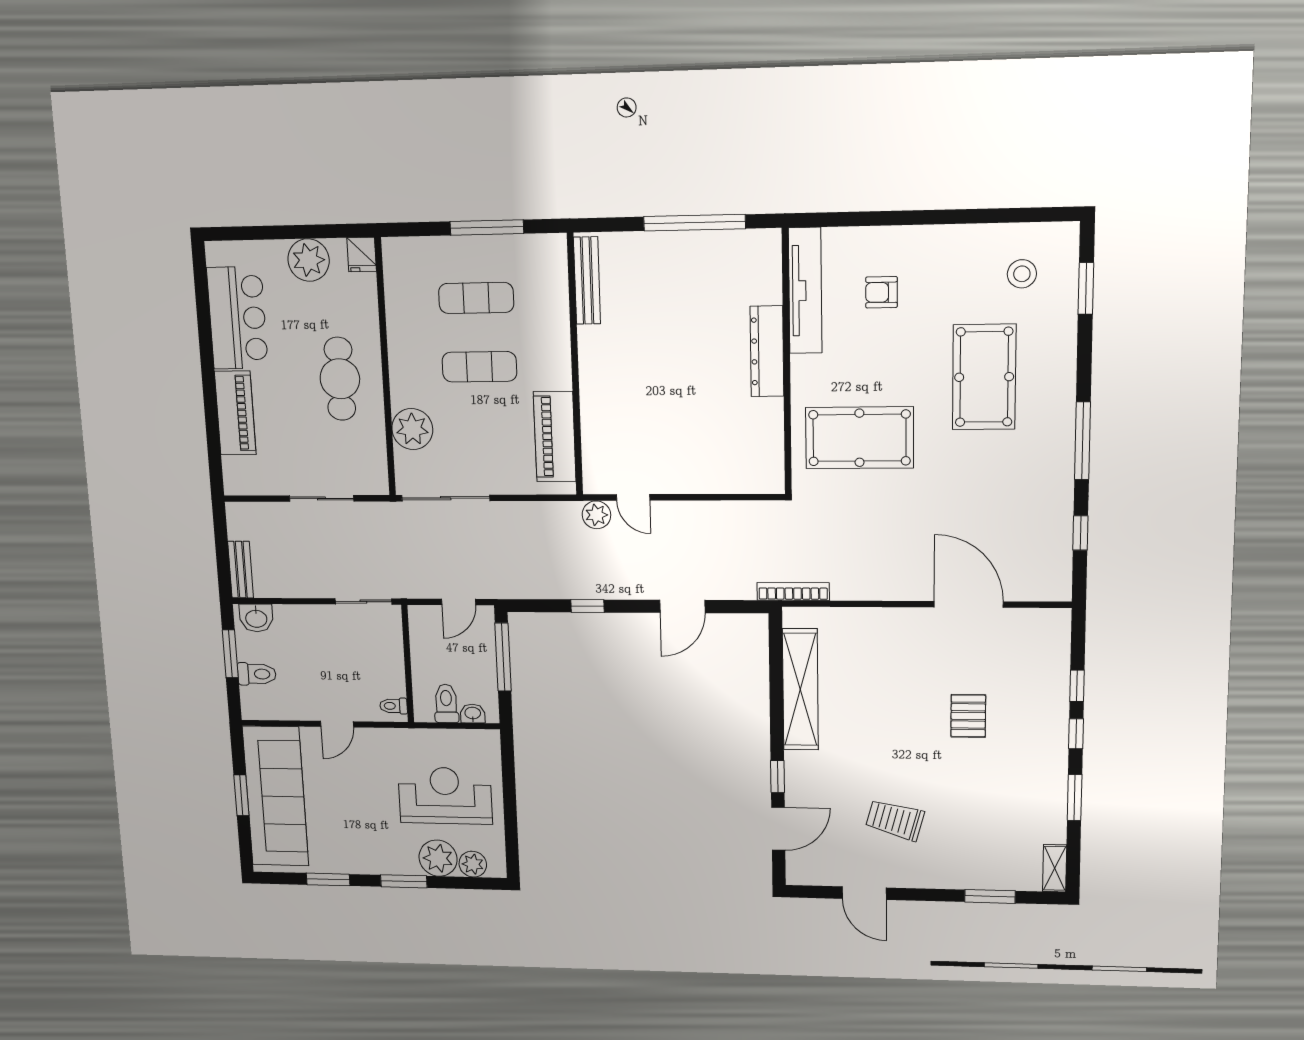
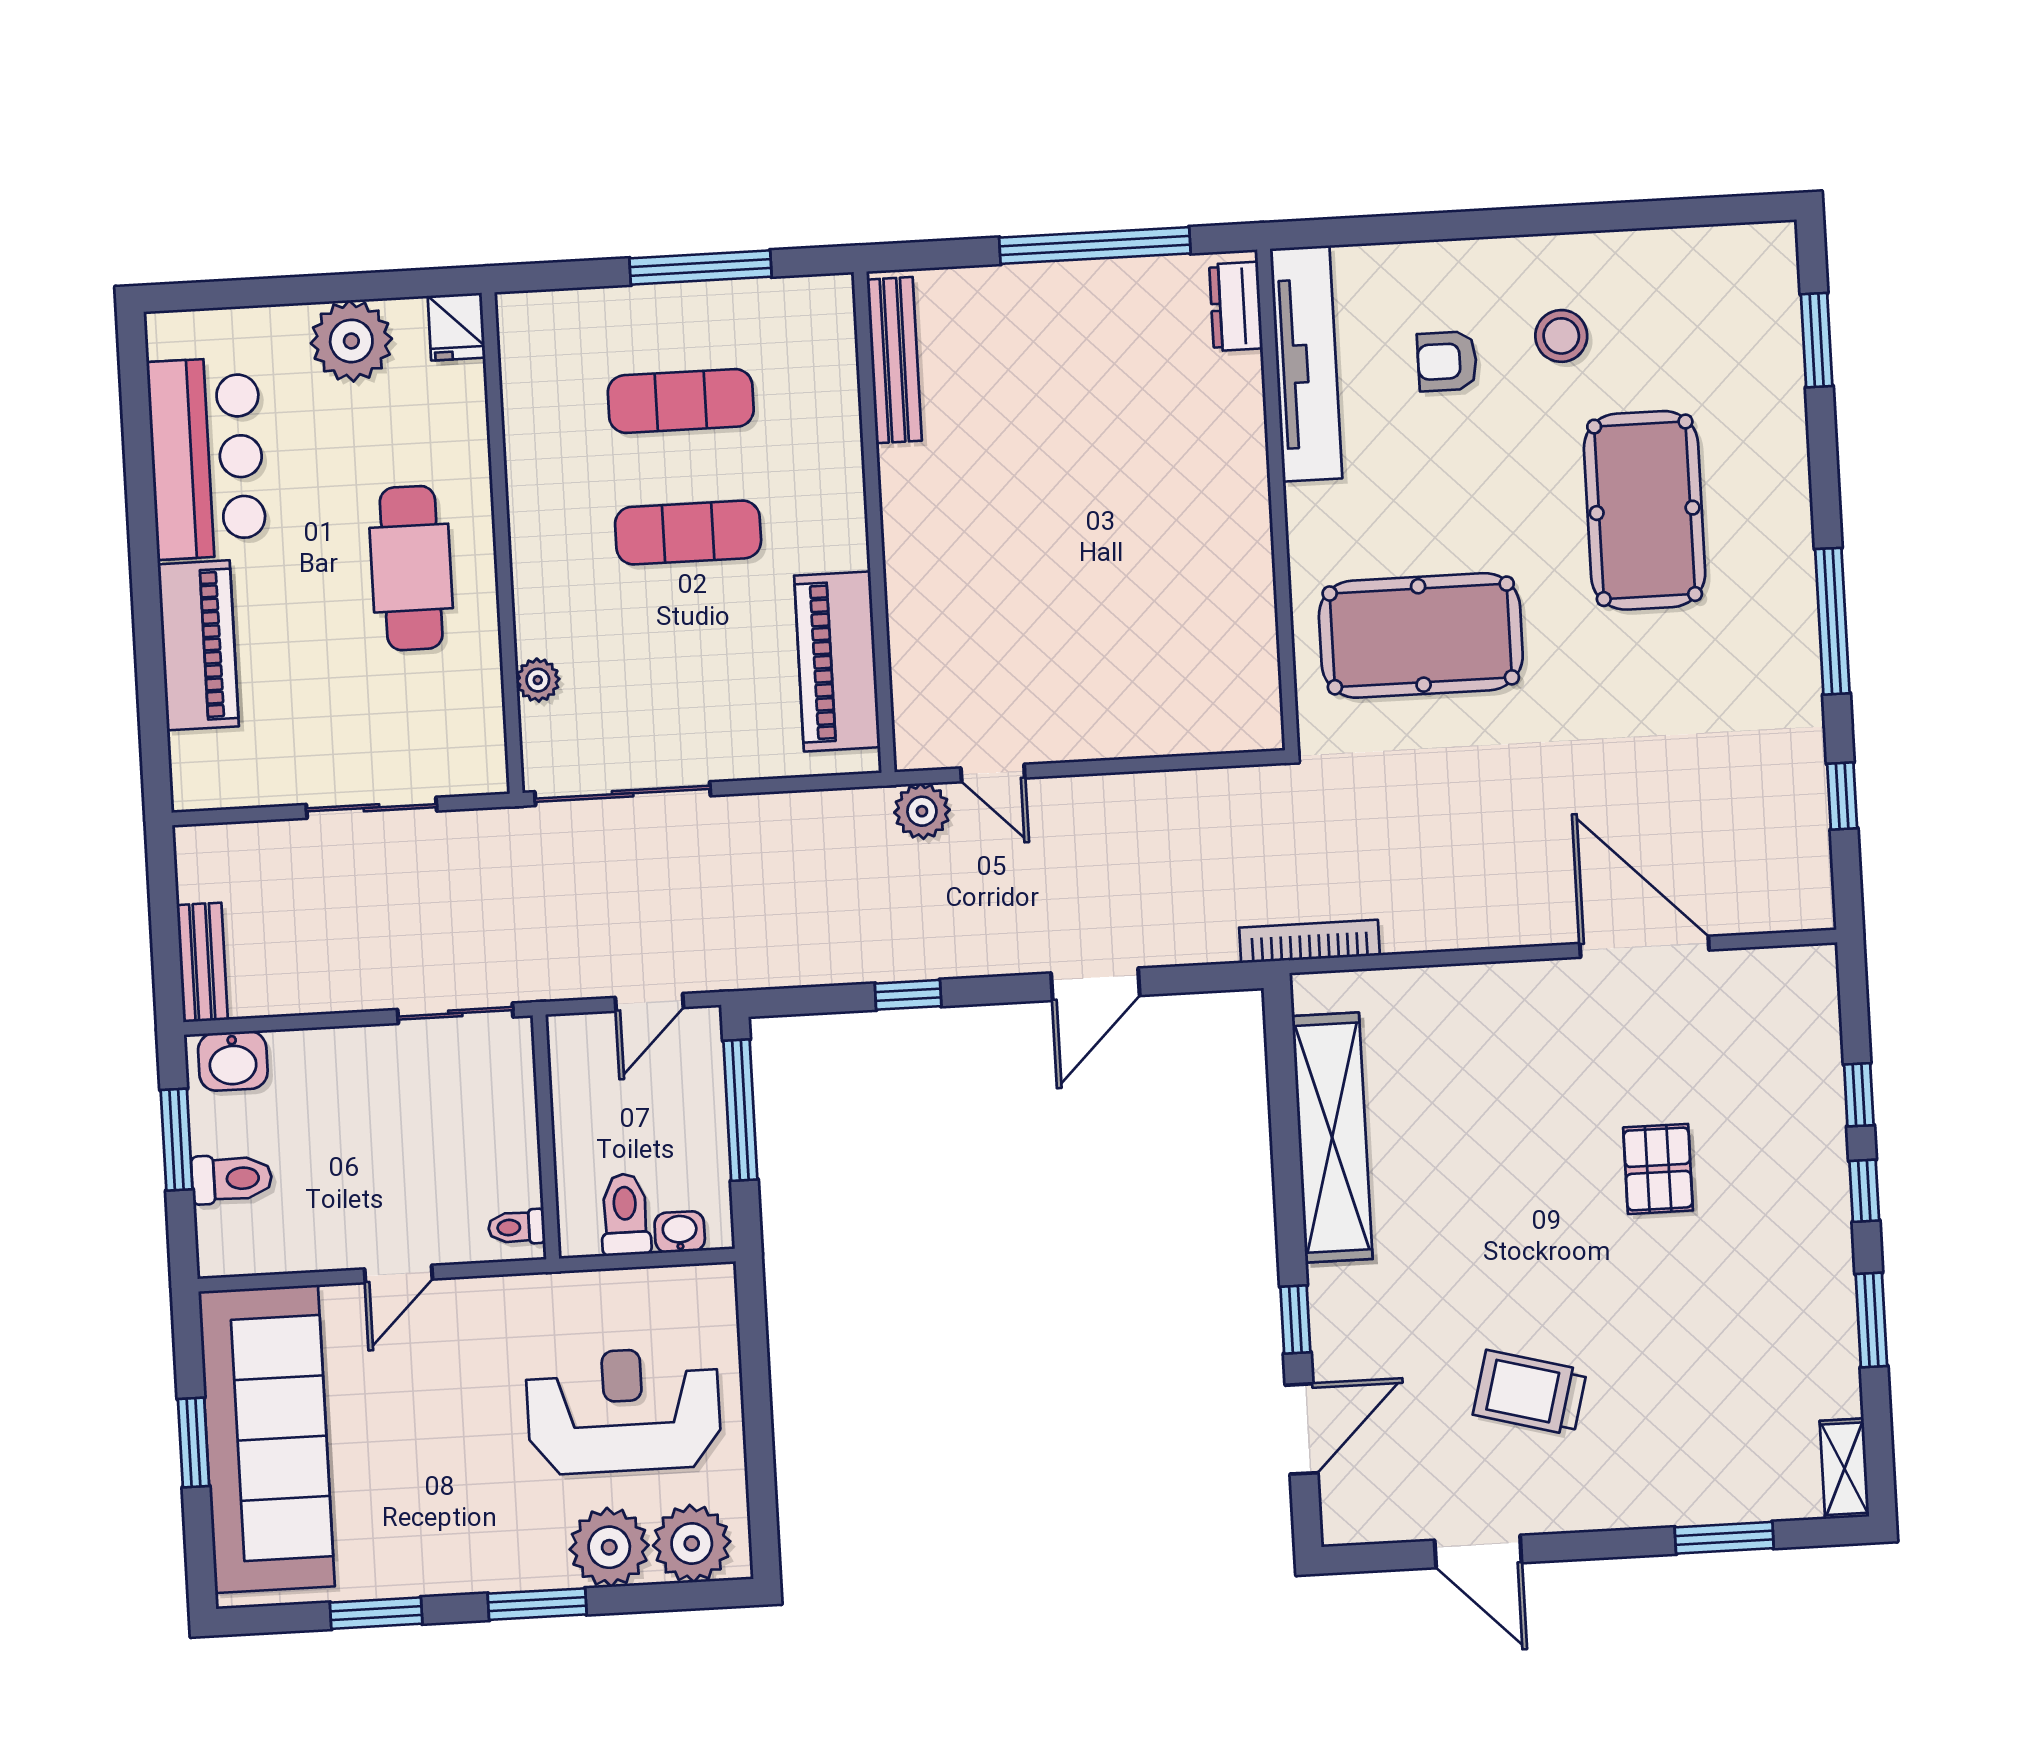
stool: (1022, 274) -> (1561, 336), moved
dresser: (767, 351) -> (1236, 306), moved, width x0.51, depth x0.80
plant: (412, 429) -> (538, 680), width x0.53, depth x0.53
plant: (473, 864) -> (692, 1543), width x1.36, depth x1.36

